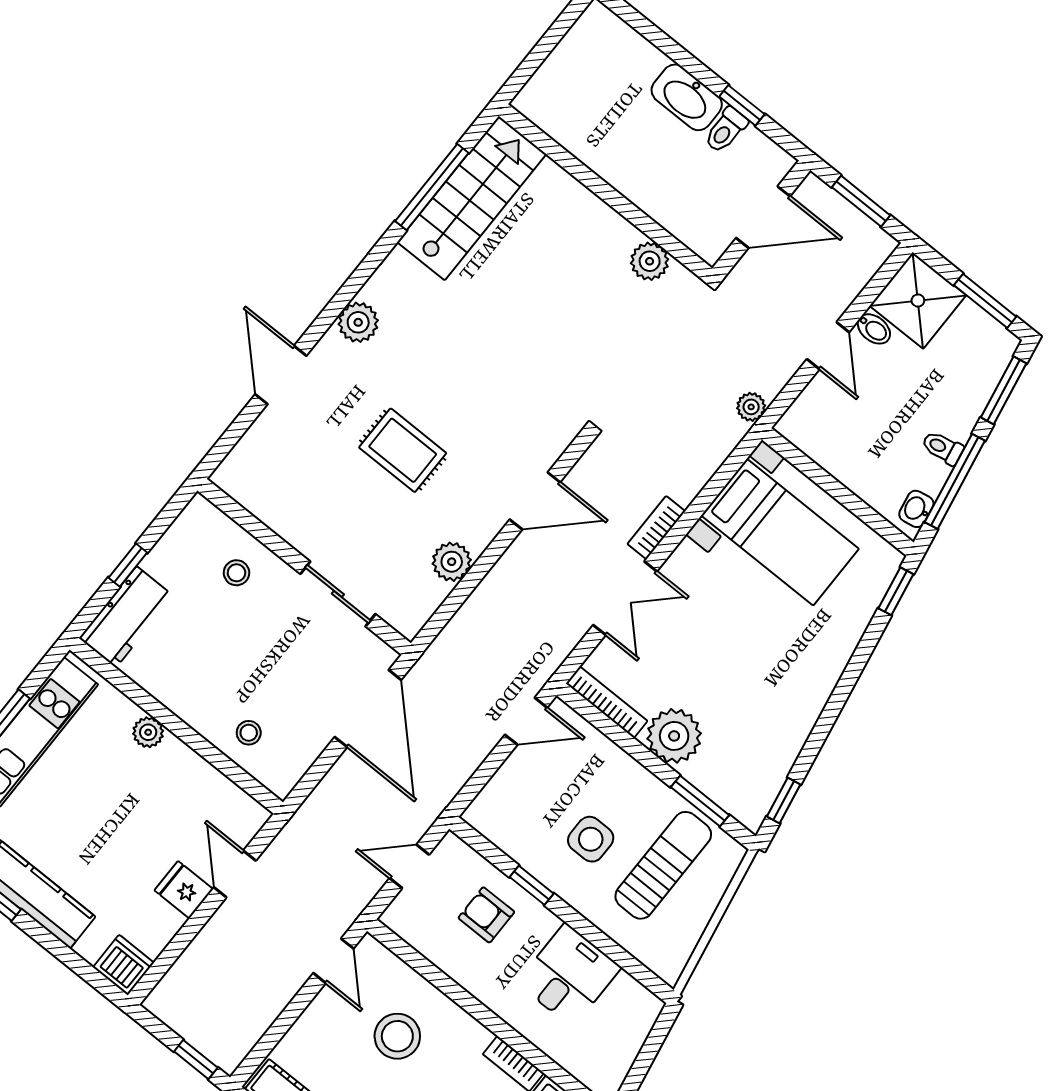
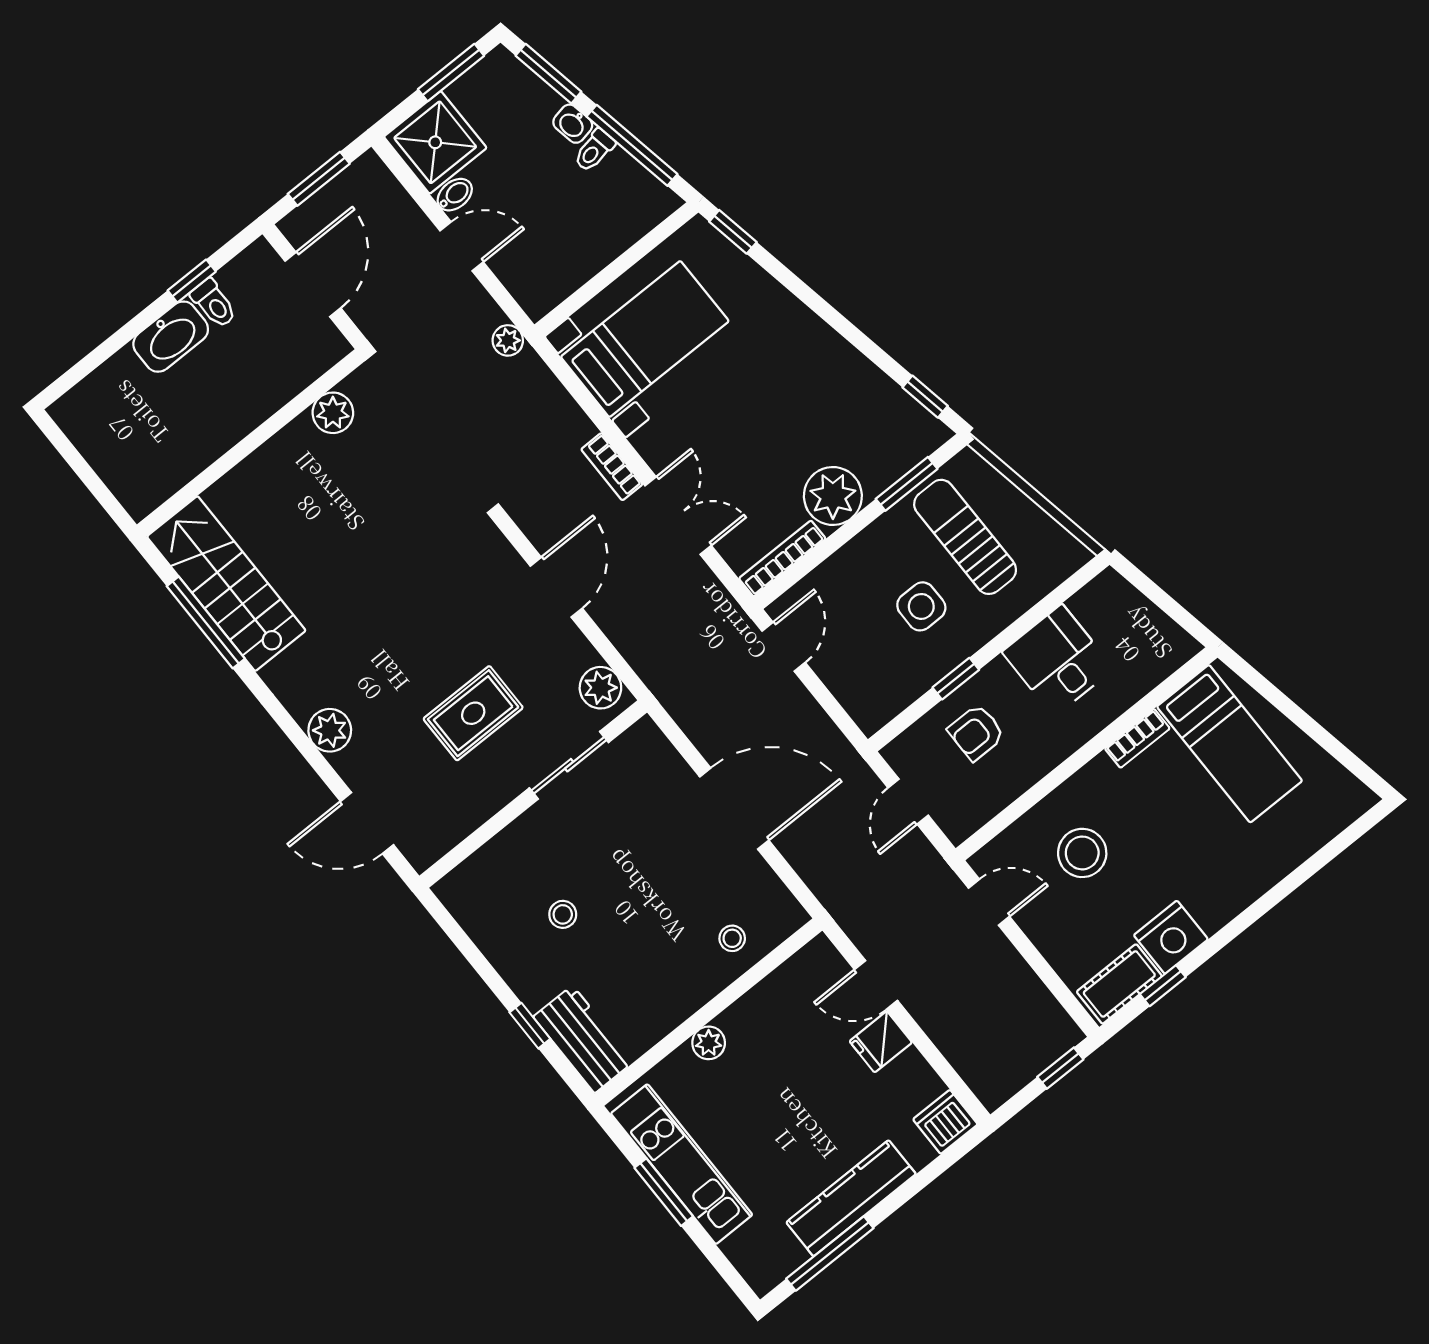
washbasin: (916, 509) -> (573, 124), moved
wall: (304, 567) -> (533, 794), moved
sliding door: (338, 594) -> (569, 765), moved

